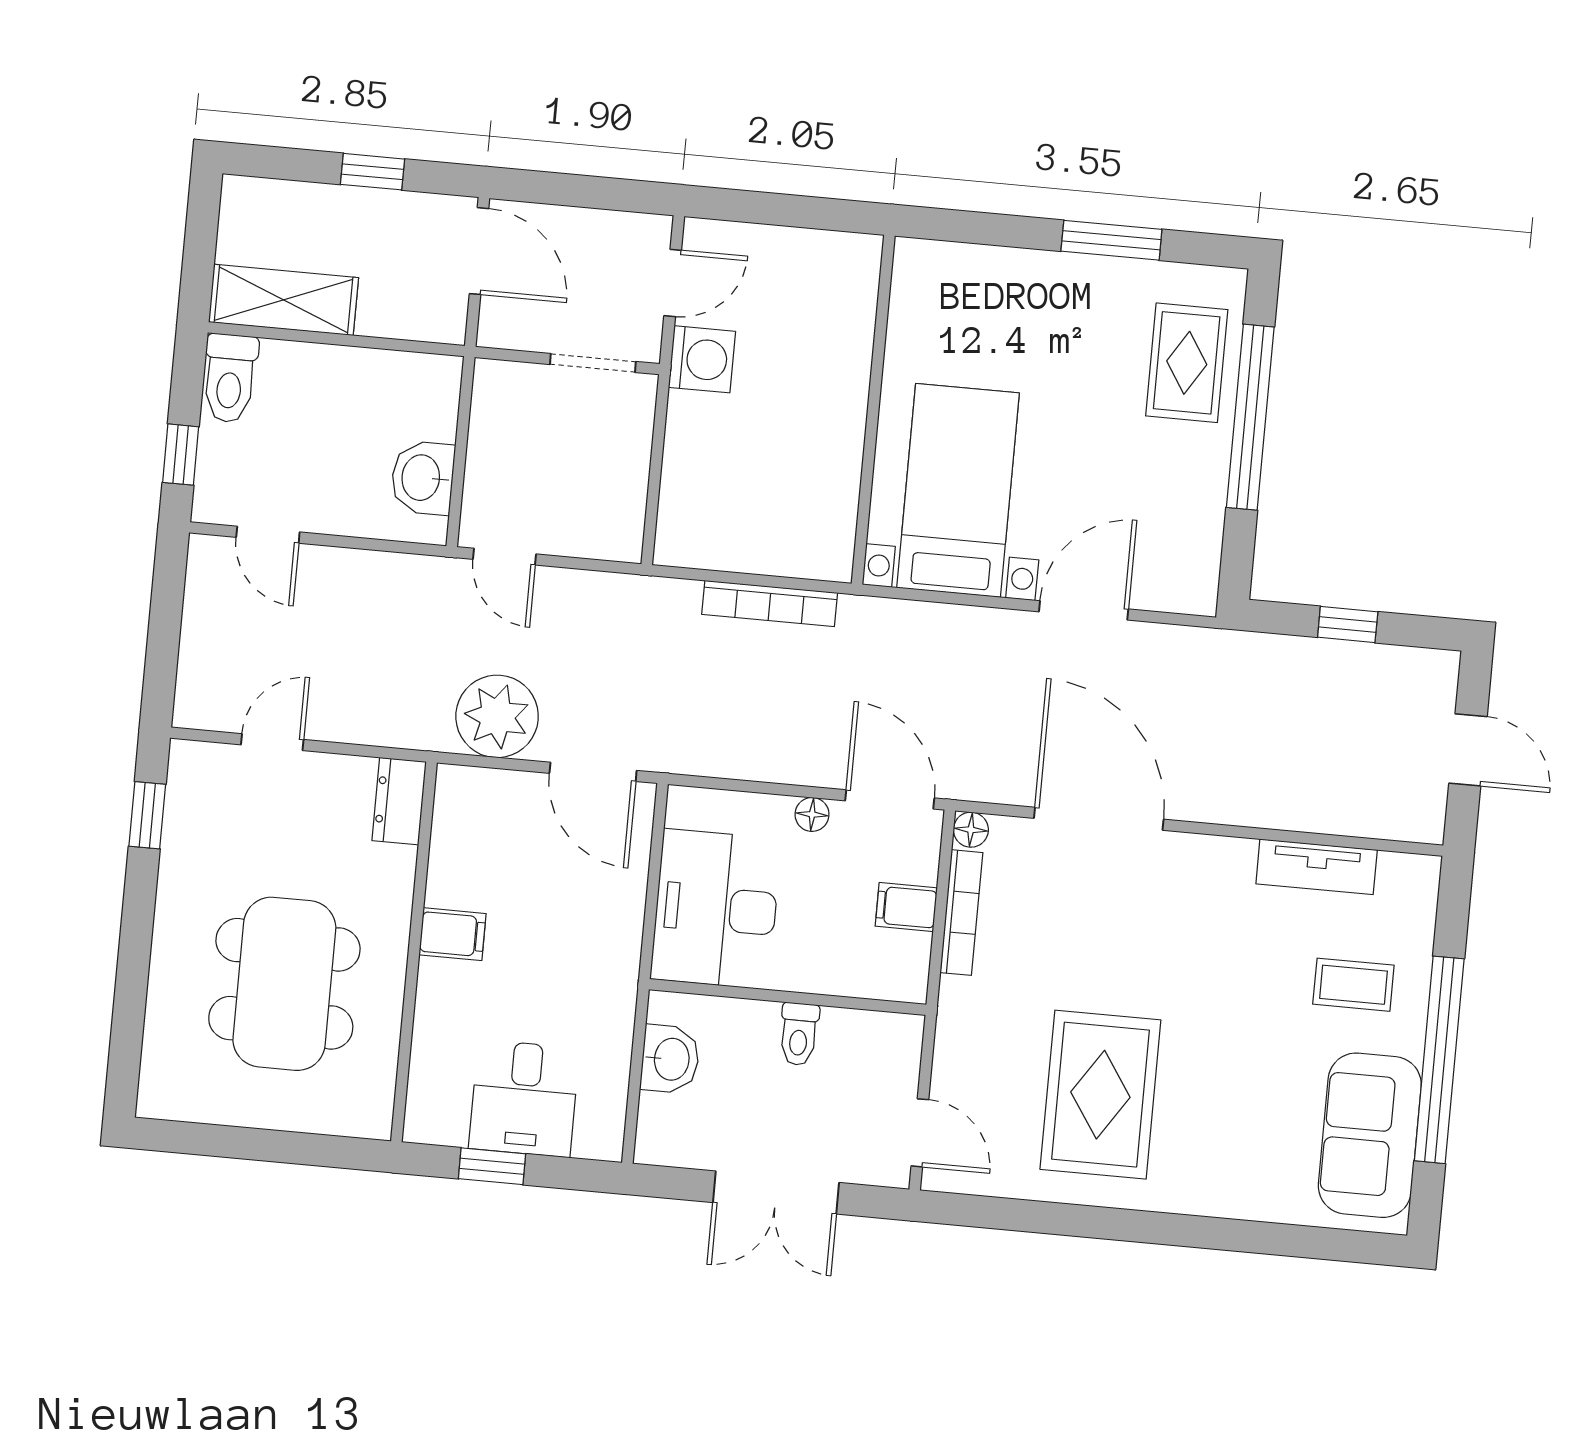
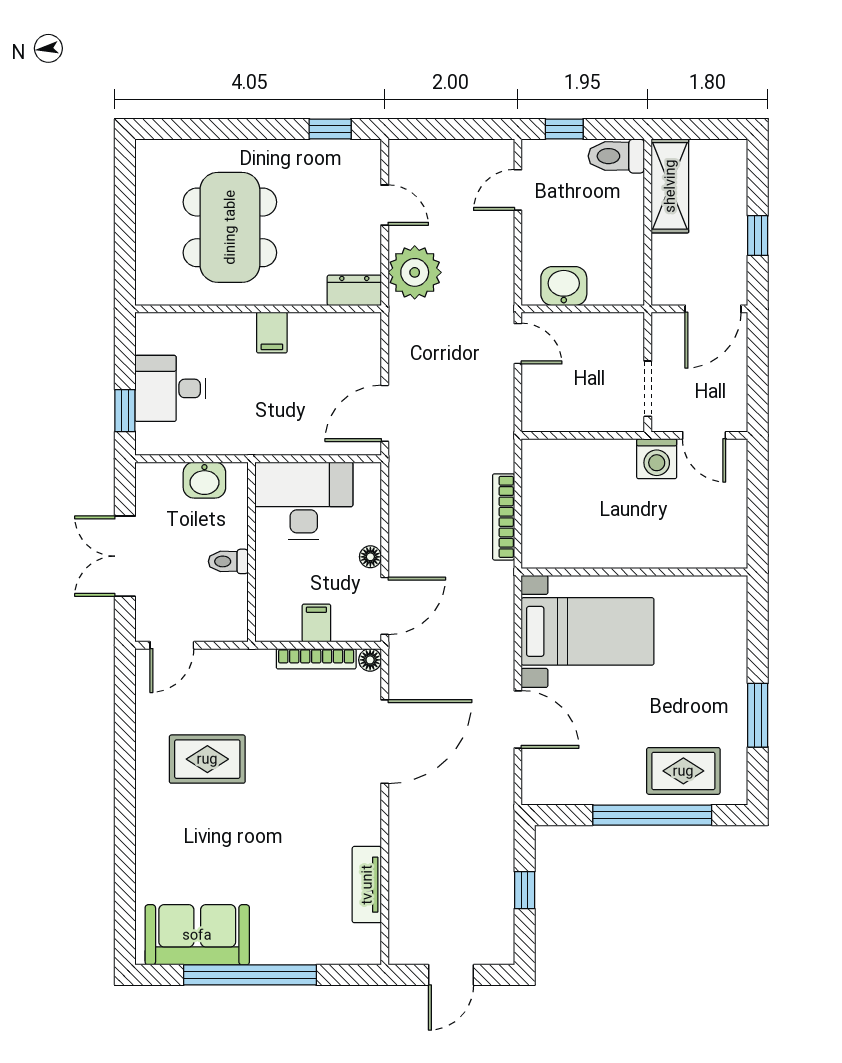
door: (505, 557) -> (518, 344), swing flipped
plant: (497, 716) -> (415, 272), moved
dining table: (284, 984) -> (230, 227), turned 90
coffee table: (1353, 985) -> (293, 915), removed
rug: (1100, 1095) -> (207, 759), width x0.73, depth x0.70
window: (492, 1166) -> (125, 411), moved

